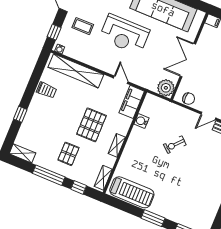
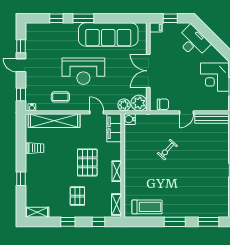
coffee table: (83, 26) -> (60, 97), moved
plant: (151, 84) -> (124, 105), added
water cooler: (141, 121) -> (130, 119), moved
window: (49, 175) -> (68, 222), width x0.46
treadmill: (132, 192) -> (147, 207), width x0.73, depth x0.73

